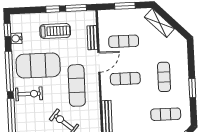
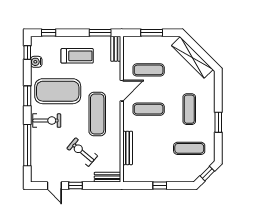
window: (53, 9) -> (49, 33), moved
shelving: (159, 23) -> (192, 57), width x1.47
bench: (92, 38) -> (116, 49), moved
window: (9, 71) -> (27, 96), width x0.47

